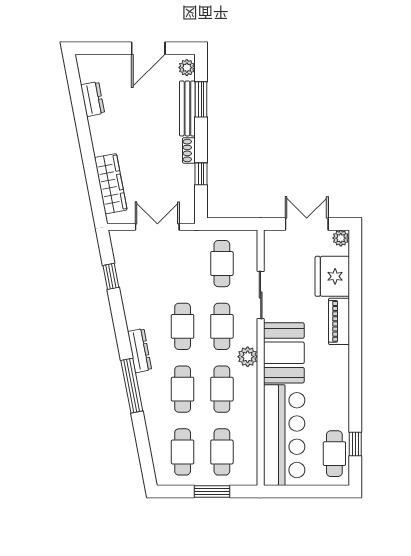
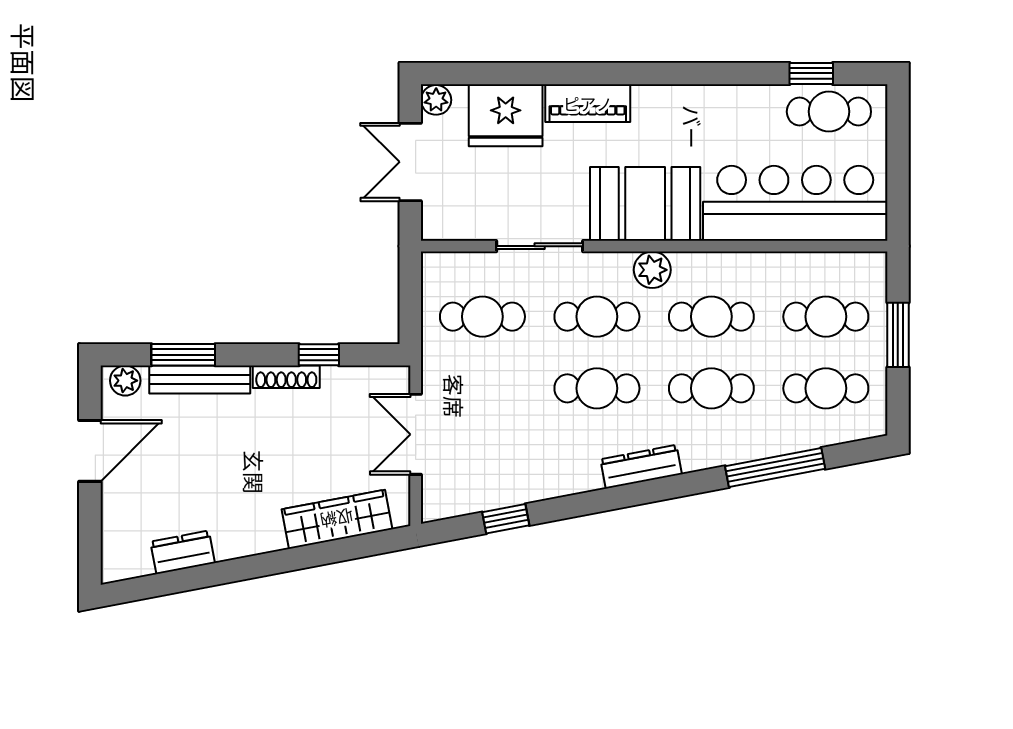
door: (148, 48) -> (90, 451), hinge flipped
shoe rack: (189, 150) -> (286, 377), width x1.43
window: (132, 386) -> (775, 468), moved

